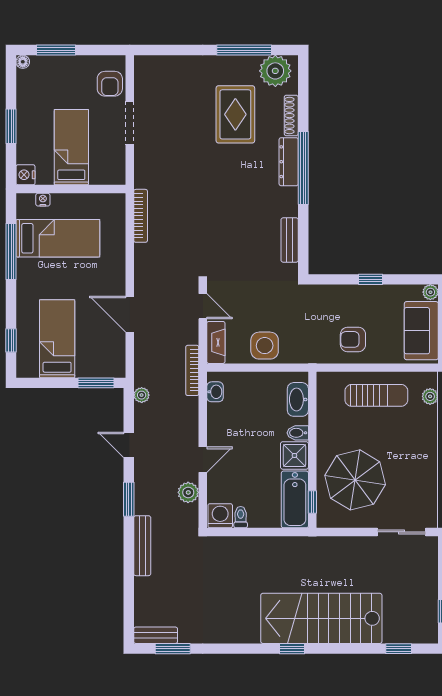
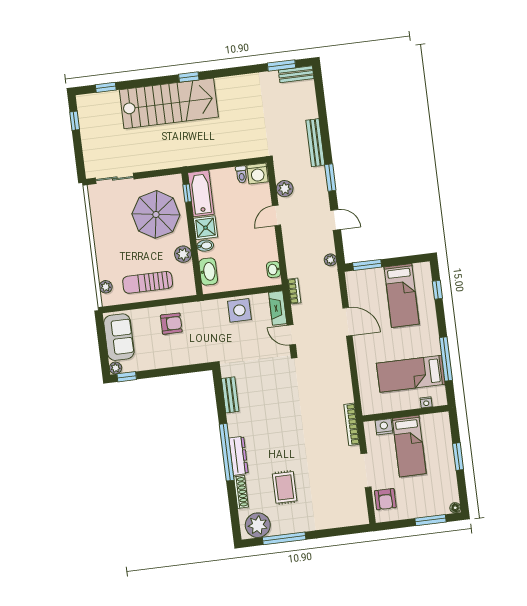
armchair: (110, 84) -> (385, 499), turned 180
rug: (235, 114) -> (285, 487), width x0.73, depth x0.70
nightstand: (25, 175) -> (384, 427), moved, turned -90
bookcase: (141, 216) -> (352, 424), moved
window: (370, 279) -> (127, 377), moved
bookcase: (192, 370) -> (294, 291), width x0.64
plant: (327, 425) -> (183, 254), added

